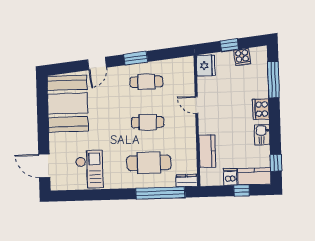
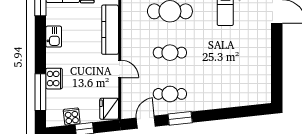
door: (97, 63) -> (146, 122), moved
booth: (68, 103) -> (251, 74), removed
cooker: (261, 109) -> (54, 79), moved
kitchen counter: (207, 151) -> (110, 30), width x1.50

